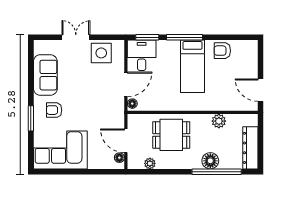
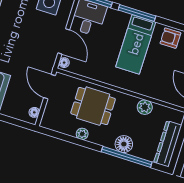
door: (126, 84) -> (64, 41), hinge flipped
door: (126, 141) -> (49, 87), moved
plant: (150, 163) -> (82, 134), moved

